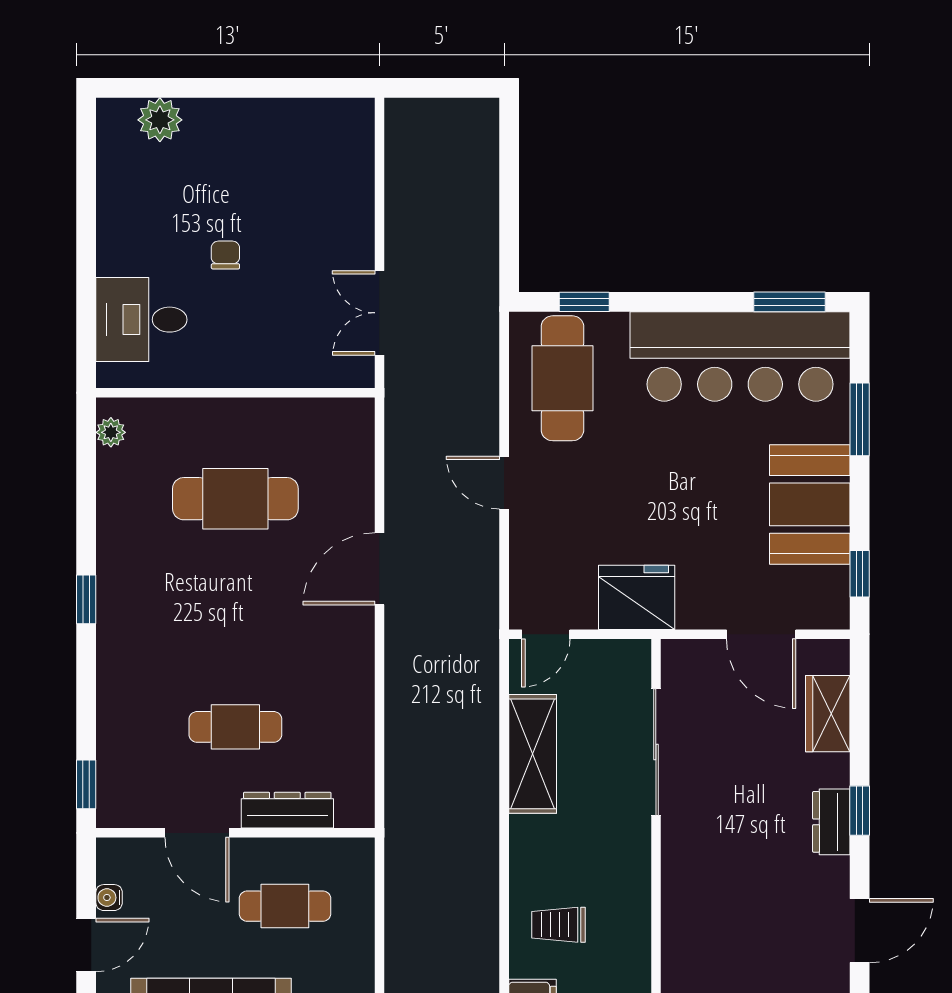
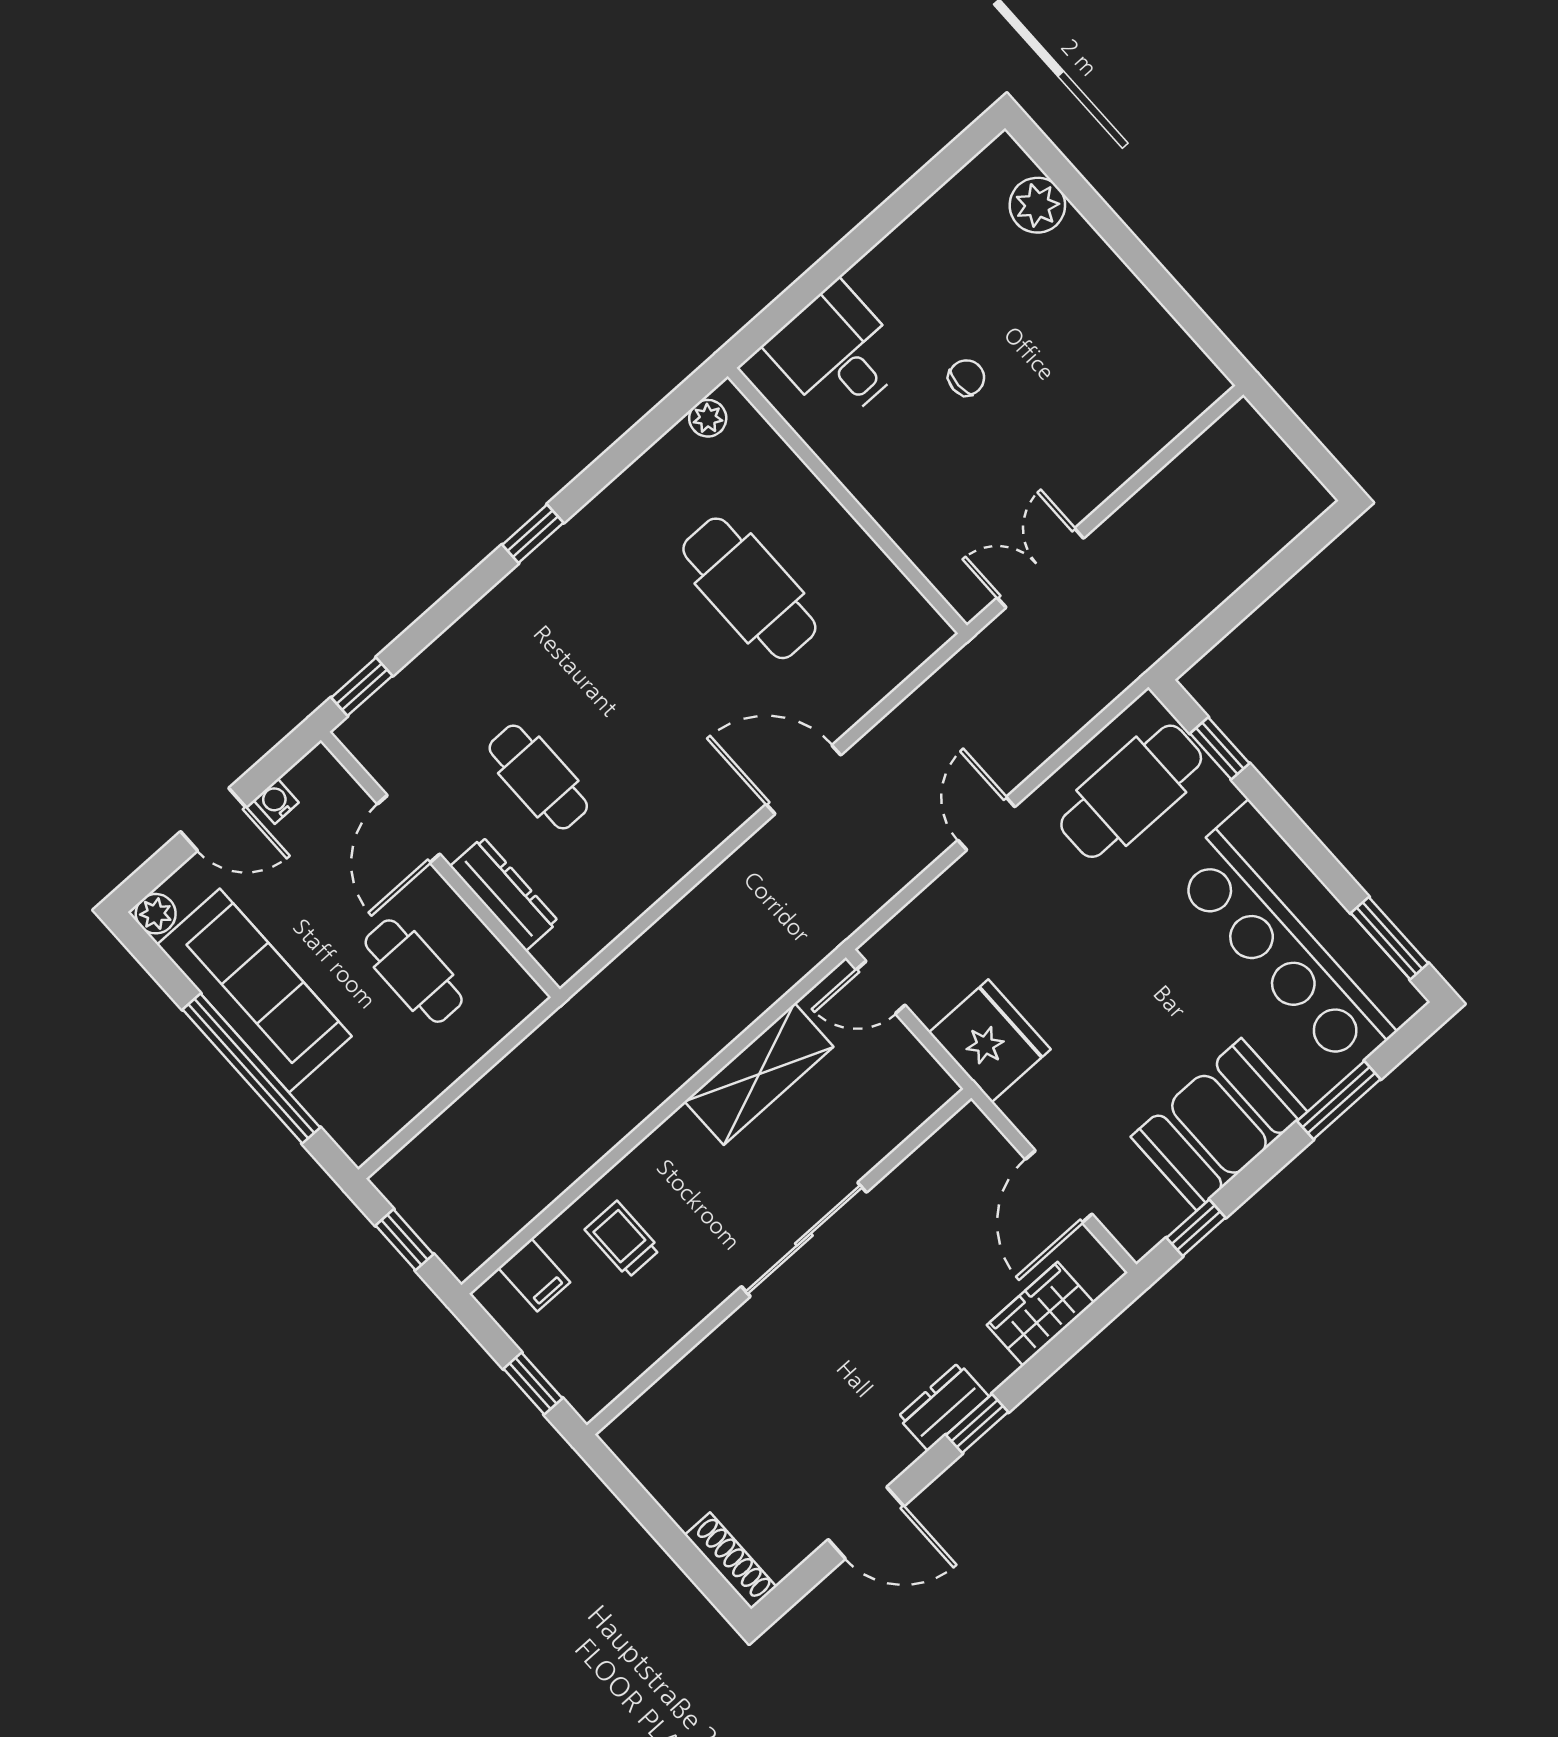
sliding door: (656, 752) -> (804, 1239), moved

